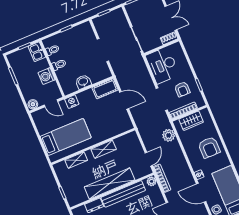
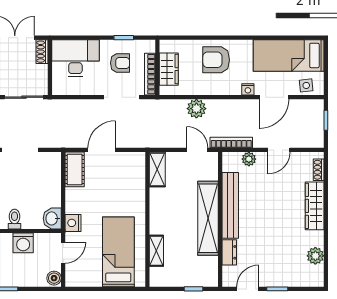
desk: (162, 65) -> (75, 58), moved, turned 180
washbasin: (83, 82) -> (52, 218), moved
plant: (169, 135) -> (196, 109), moved
armchair: (209, 147) -> (216, 60), turned 180
shelving: (104, 149) -> (157, 169), moved
plant: (152, 181) -> (249, 159), moved

